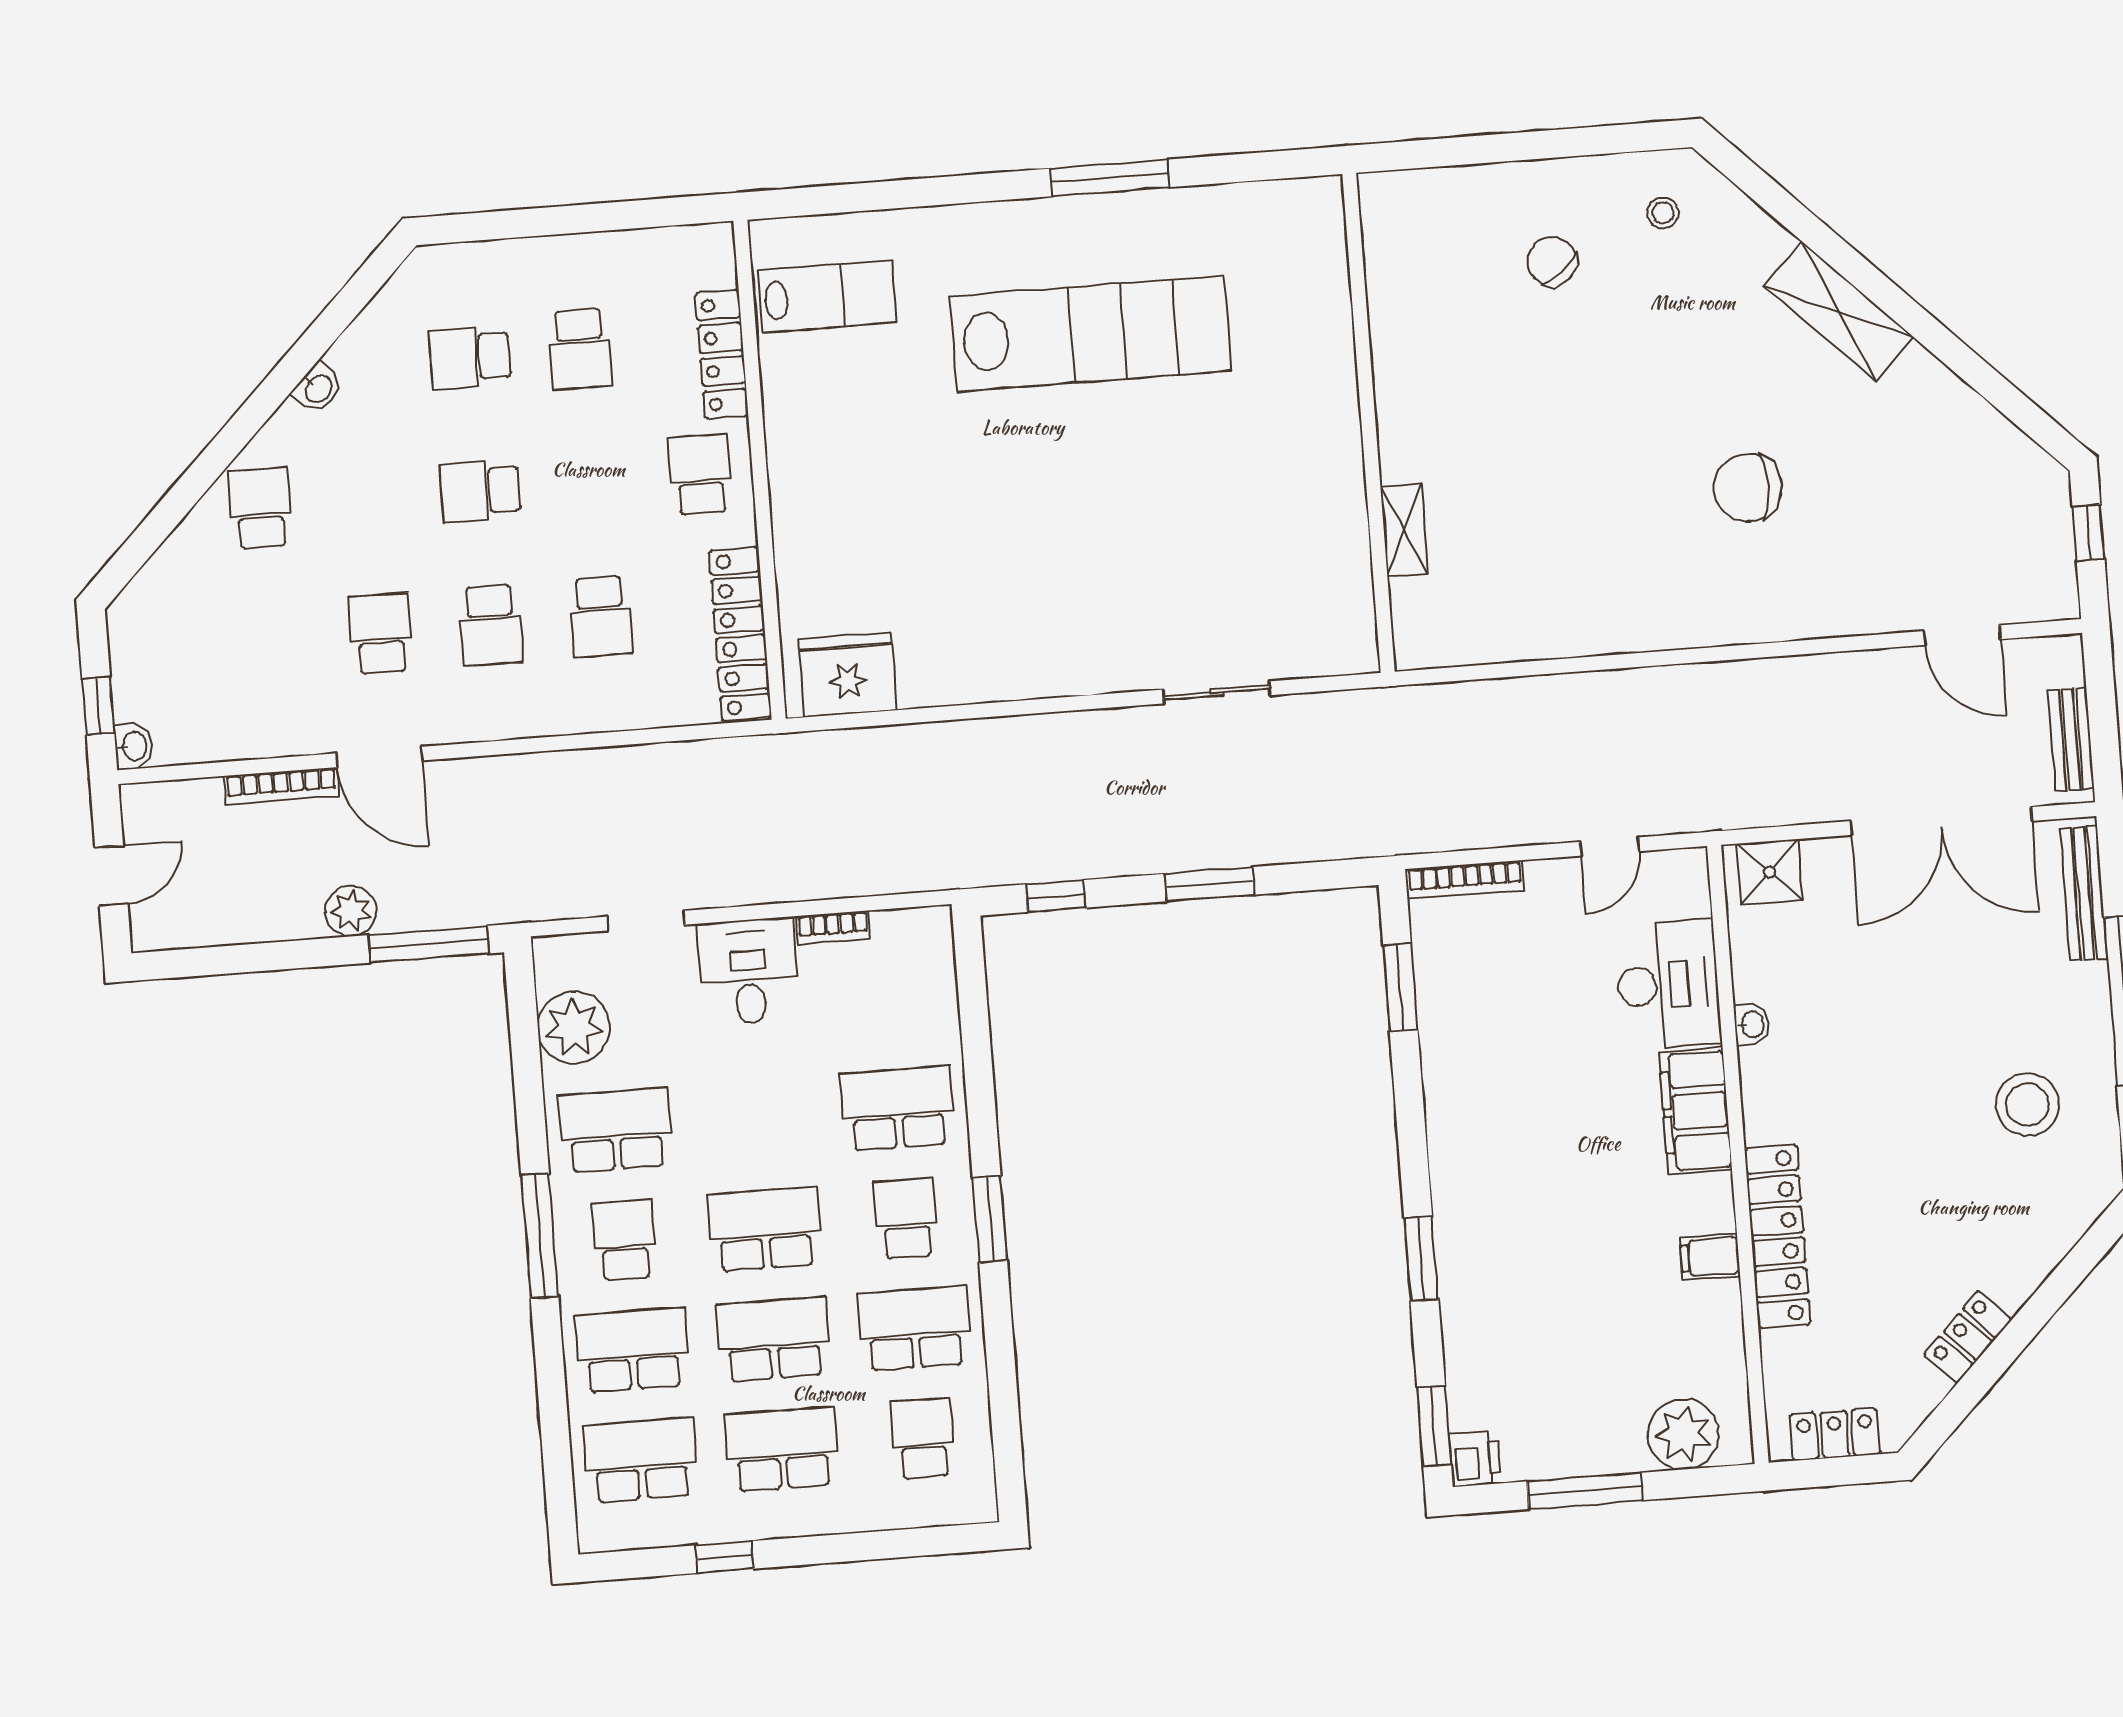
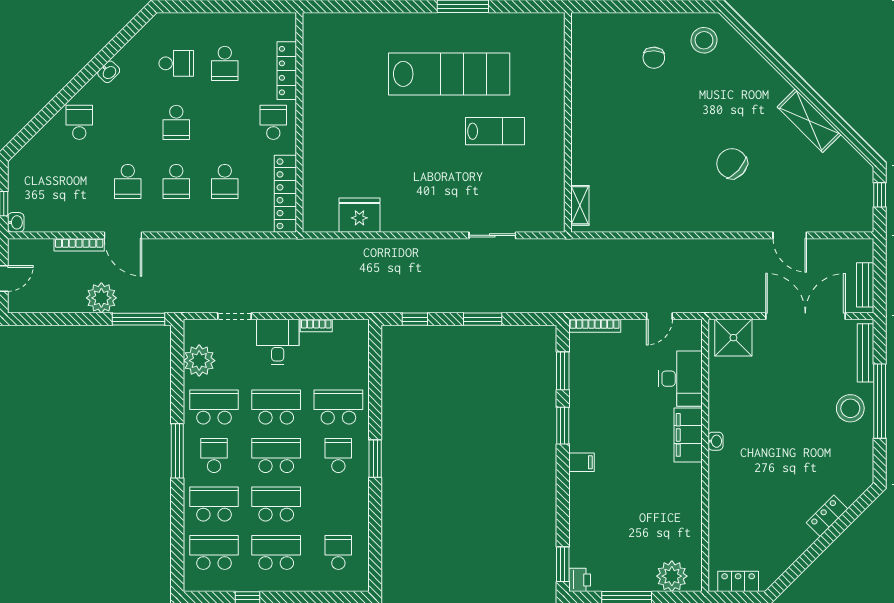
stool: (1663, 213) -> (704, 40), width x1.89, depth x1.89
chair: (1552, 261) -> (654, 58), turned -139
lab bench: (827, 296) -> (495, 131), moved
shelving: (1839, 311) -> (809, 121), moved
school desk: (470, 357) -> (176, 63), turned 180
chair: (1748, 488) -> (732, 164), turned 42
school desk: (480, 491) -> (176, 122), turned -90
shelving: (1404, 530) -> (580, 205), moved
school desk: (381, 634) -> (128, 181), turned 180
door: (1962, 635) -> (790, 235), moved
fridge: (848, 675) -> (359, 215), moved
double door: (1941, 821) -> (805, 316), swing flipped
shower: (1770, 872) -> (733, 338), width x1.36, depth x1.36
plant: (351, 911) -> (101, 298), width x1.36, depth x1.36
washbasin: (1752, 1024) -> (716, 441), moved
stool: (2027, 1105) -> (850, 408), moved
locker: (1777, 1236) -> (720, 493), removed
filing cabinet: (1710, 1257) -> (581, 462), moved, turned 180
window: (1421, 1259) -> (563, 426), moved
school desk: (914, 1328) -> (276, 407), moved
locker: (1968, 1337) -> (827, 516), moved

